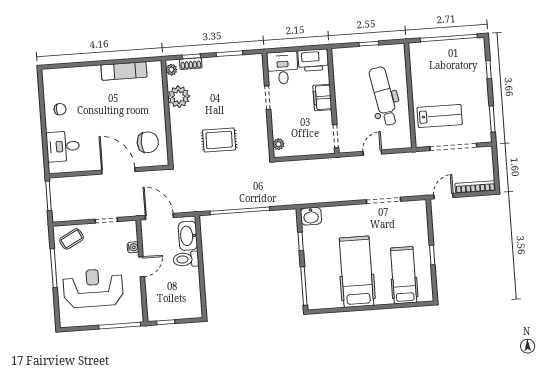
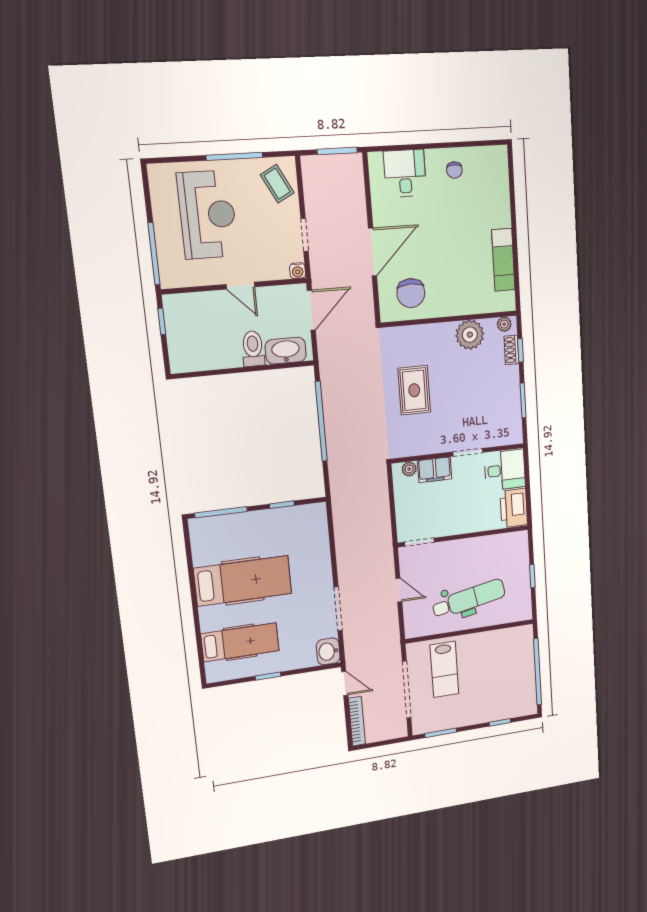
filing cabinet: (322, 98) -> (435, 470), moved, turned 180
washbasin: (311, 216) -> (328, 651), moved
water cooler: (133, 247) -> (298, 271), moved

